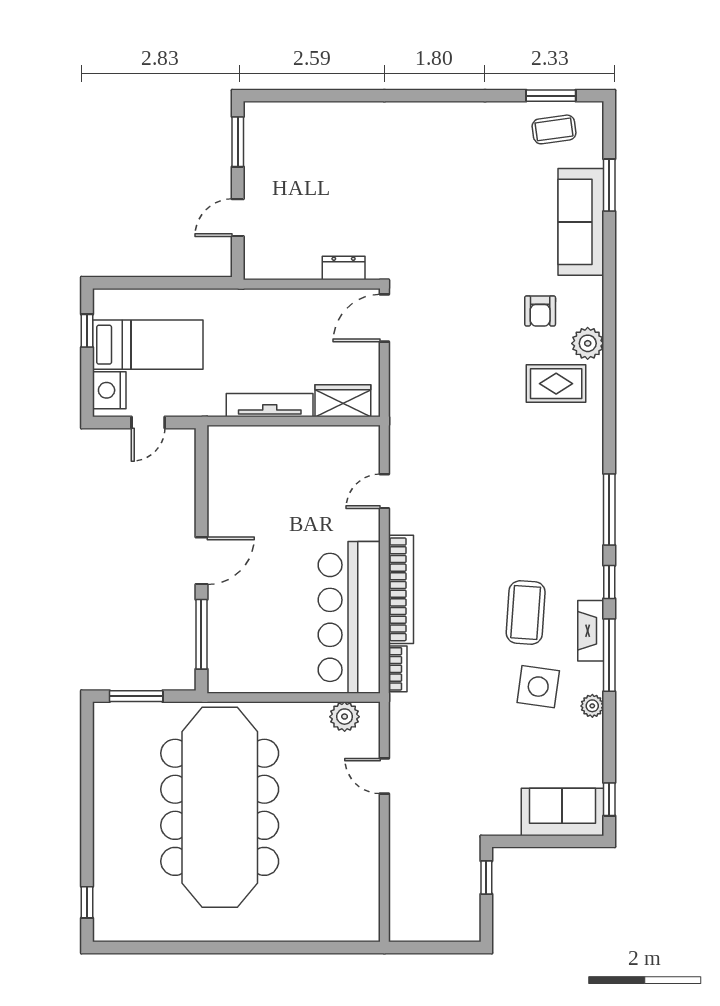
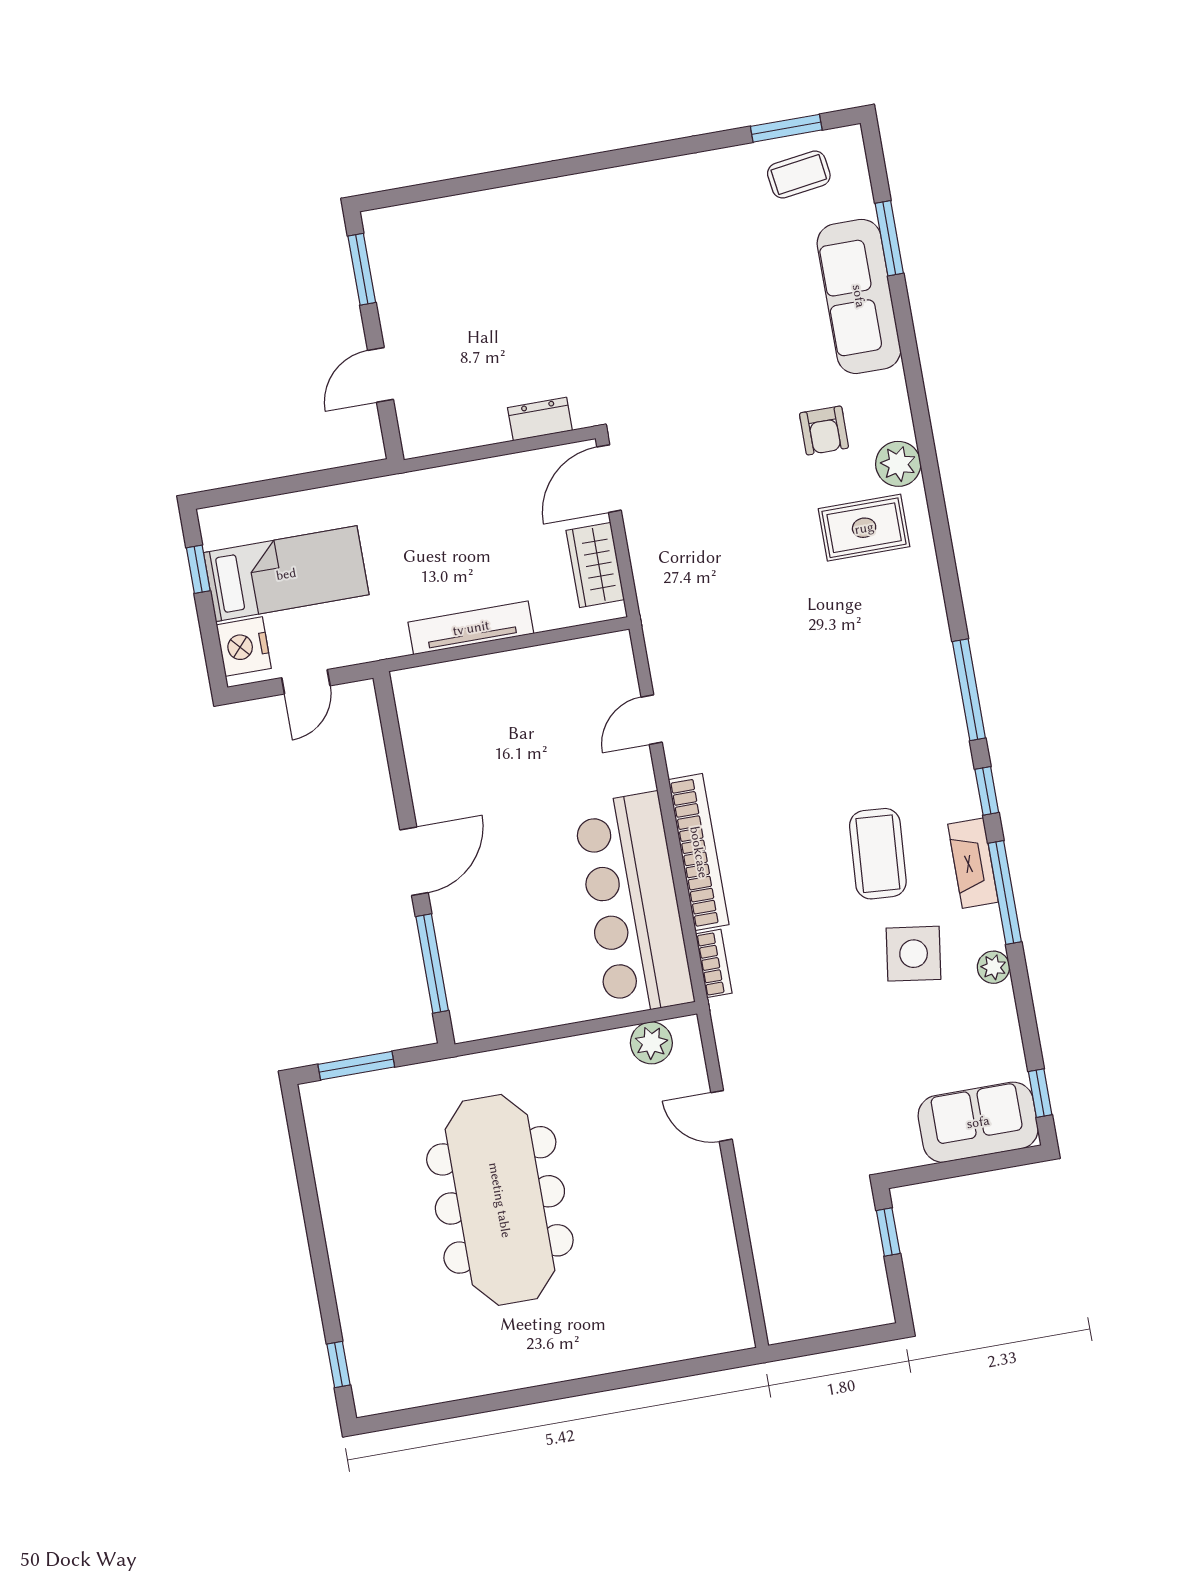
wardrobe: (343, 401) -> (595, 565), moved, turned -90
meeting table: (220, 807) -> (500, 1200), width x0.73, depth x0.79

